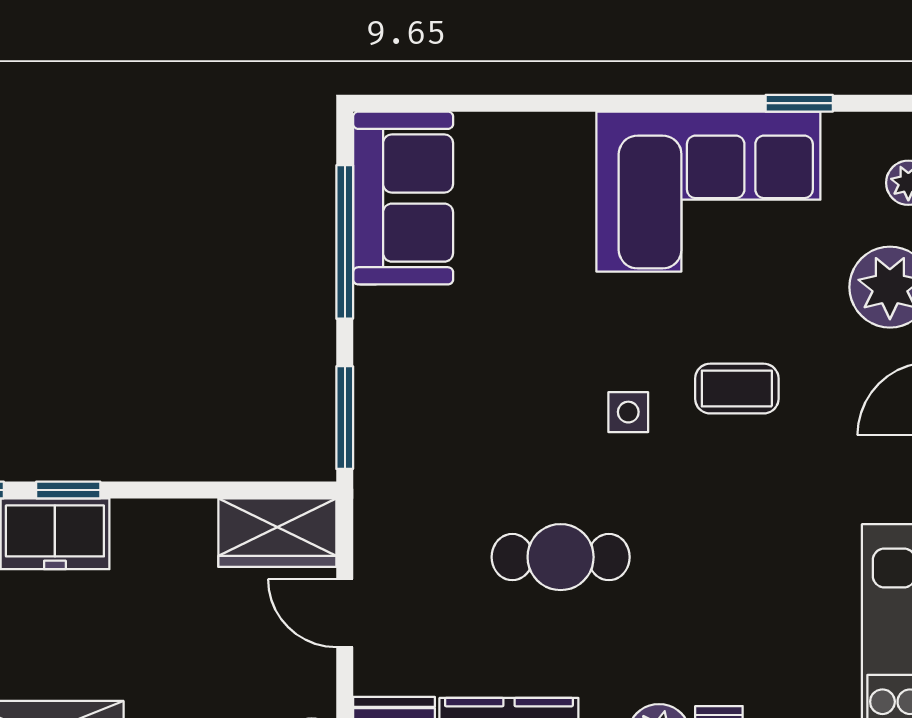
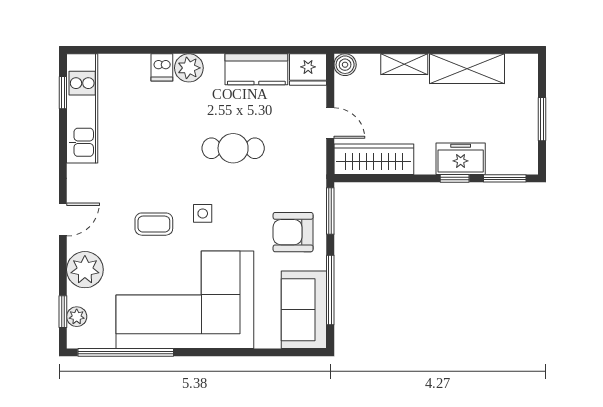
window: (799, 103) -> (126, 352), width x3.17
corner sofa: (708, 192) -> (185, 300), width x1.36, depth x1.36
armchair: (427, 371) -> (293, 232), added
wardrobe: (277, 533) -> (374, 159), width x1.50

